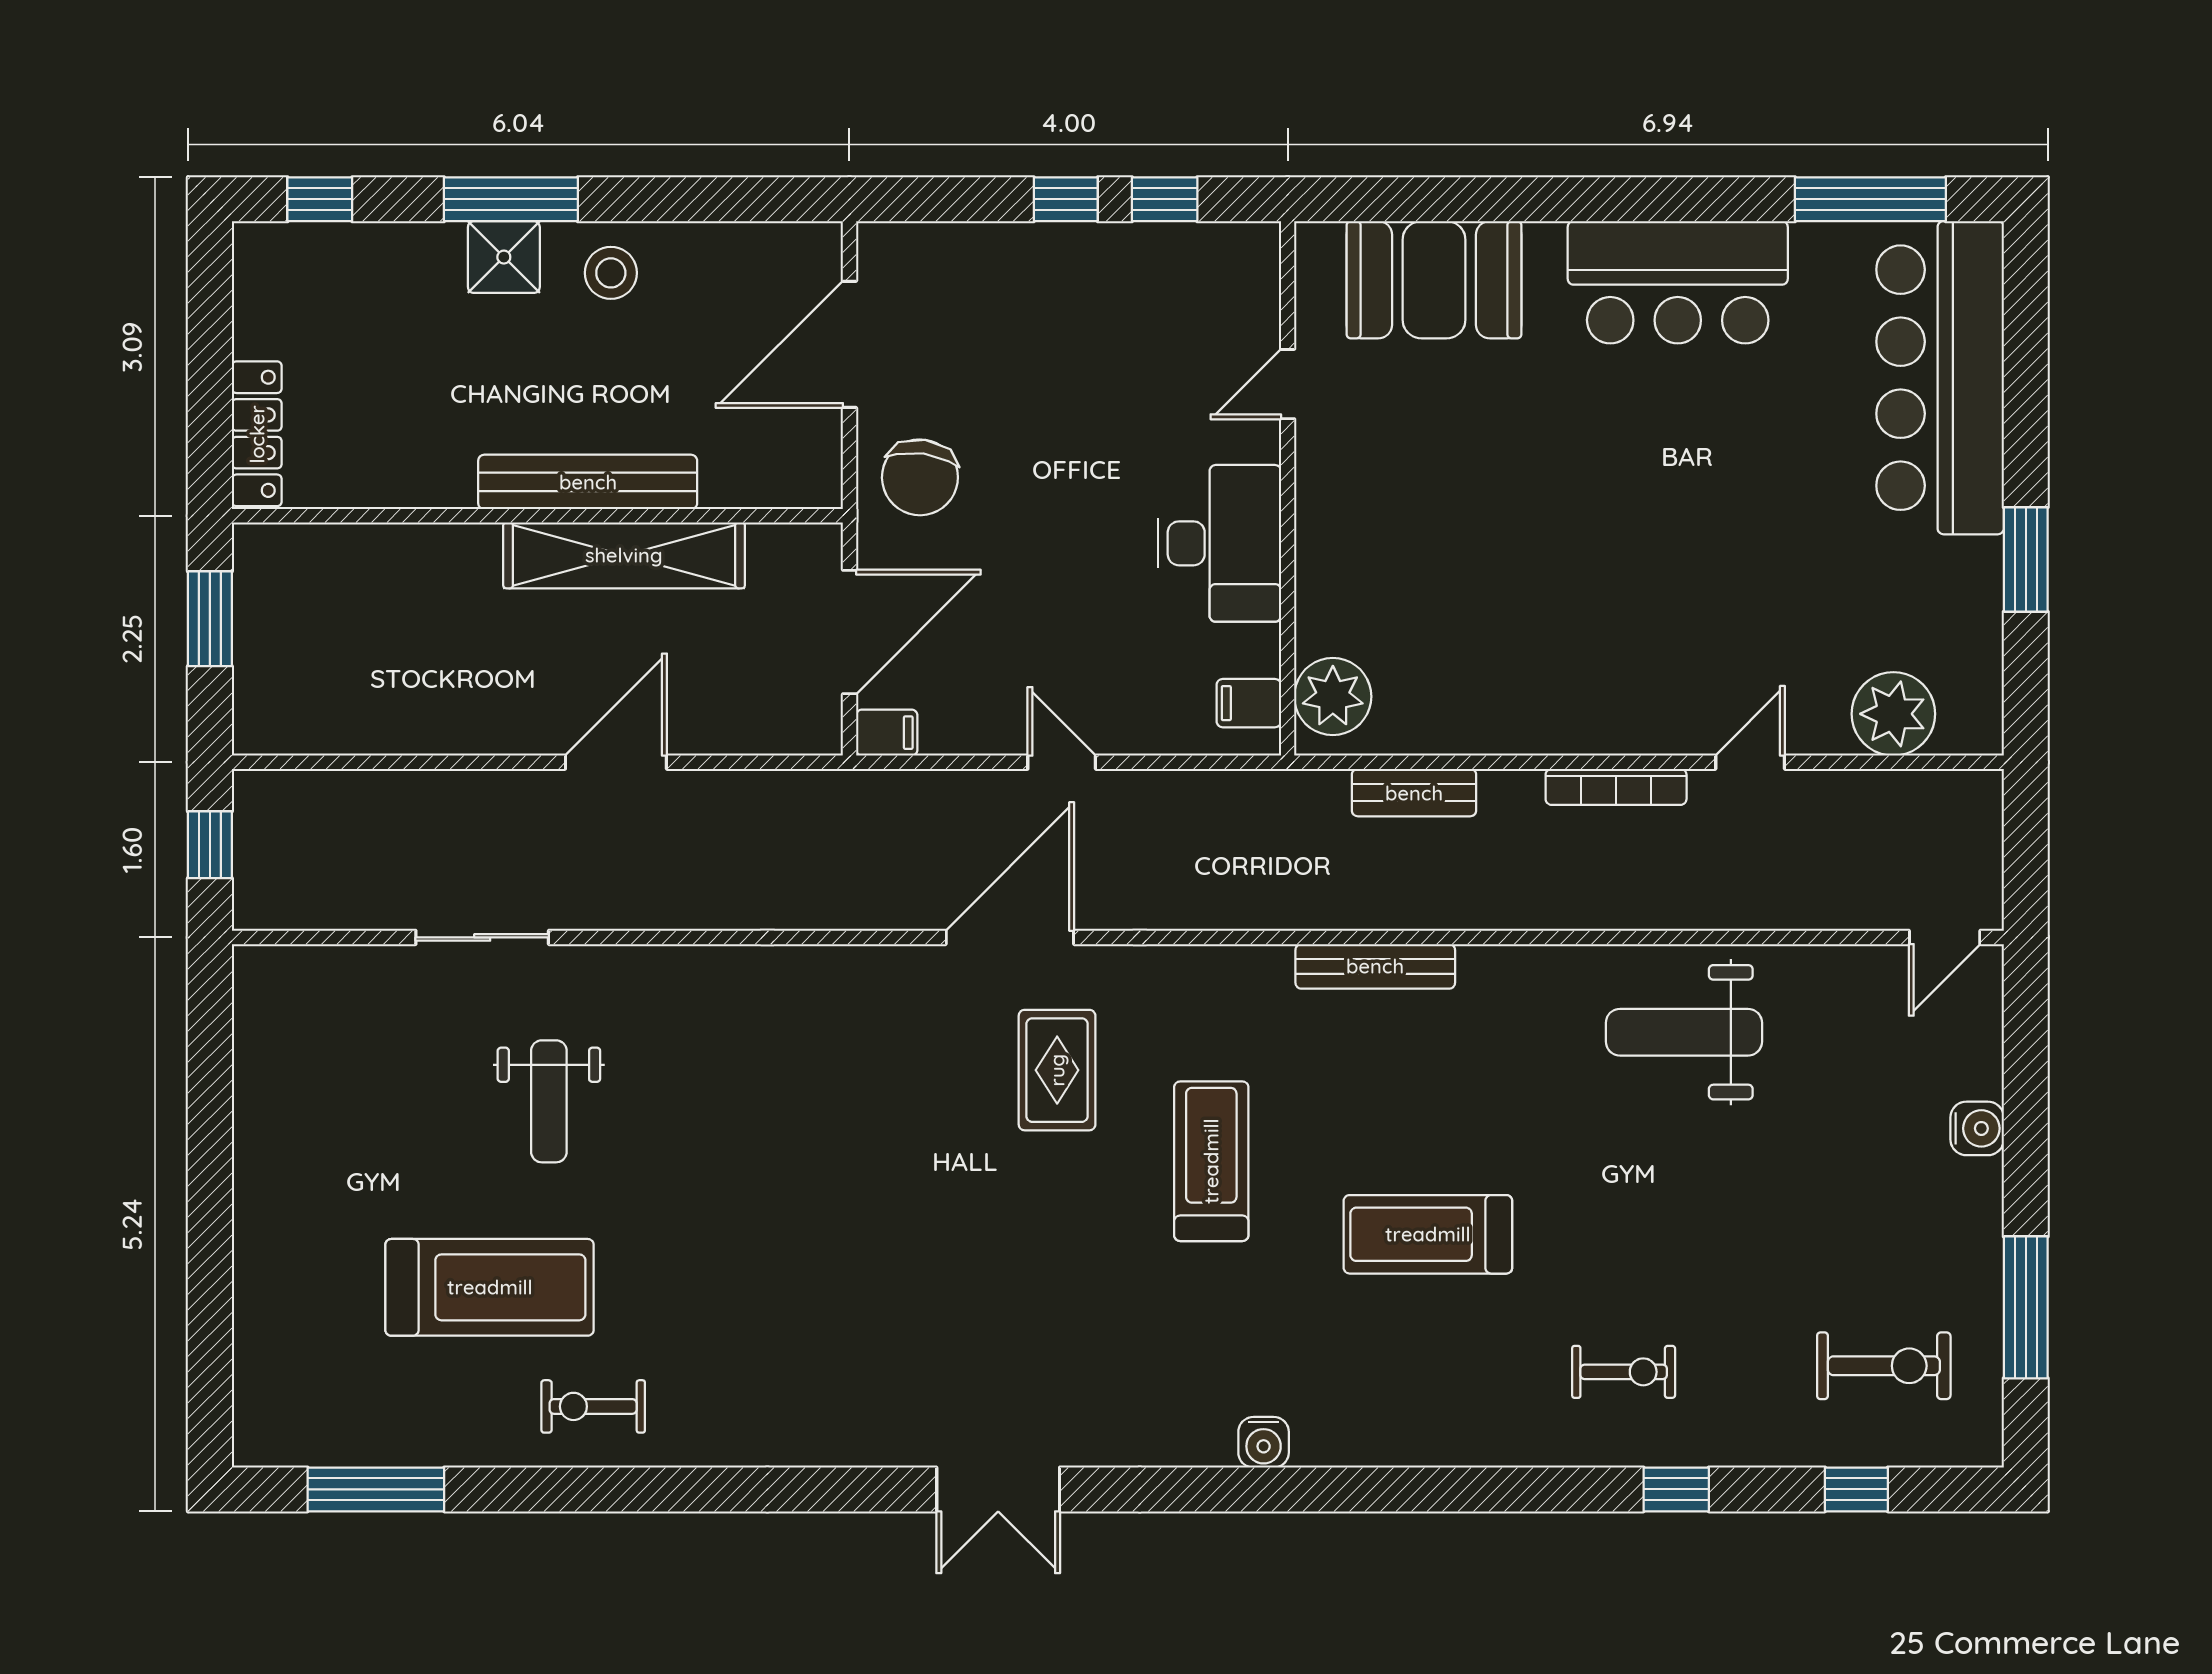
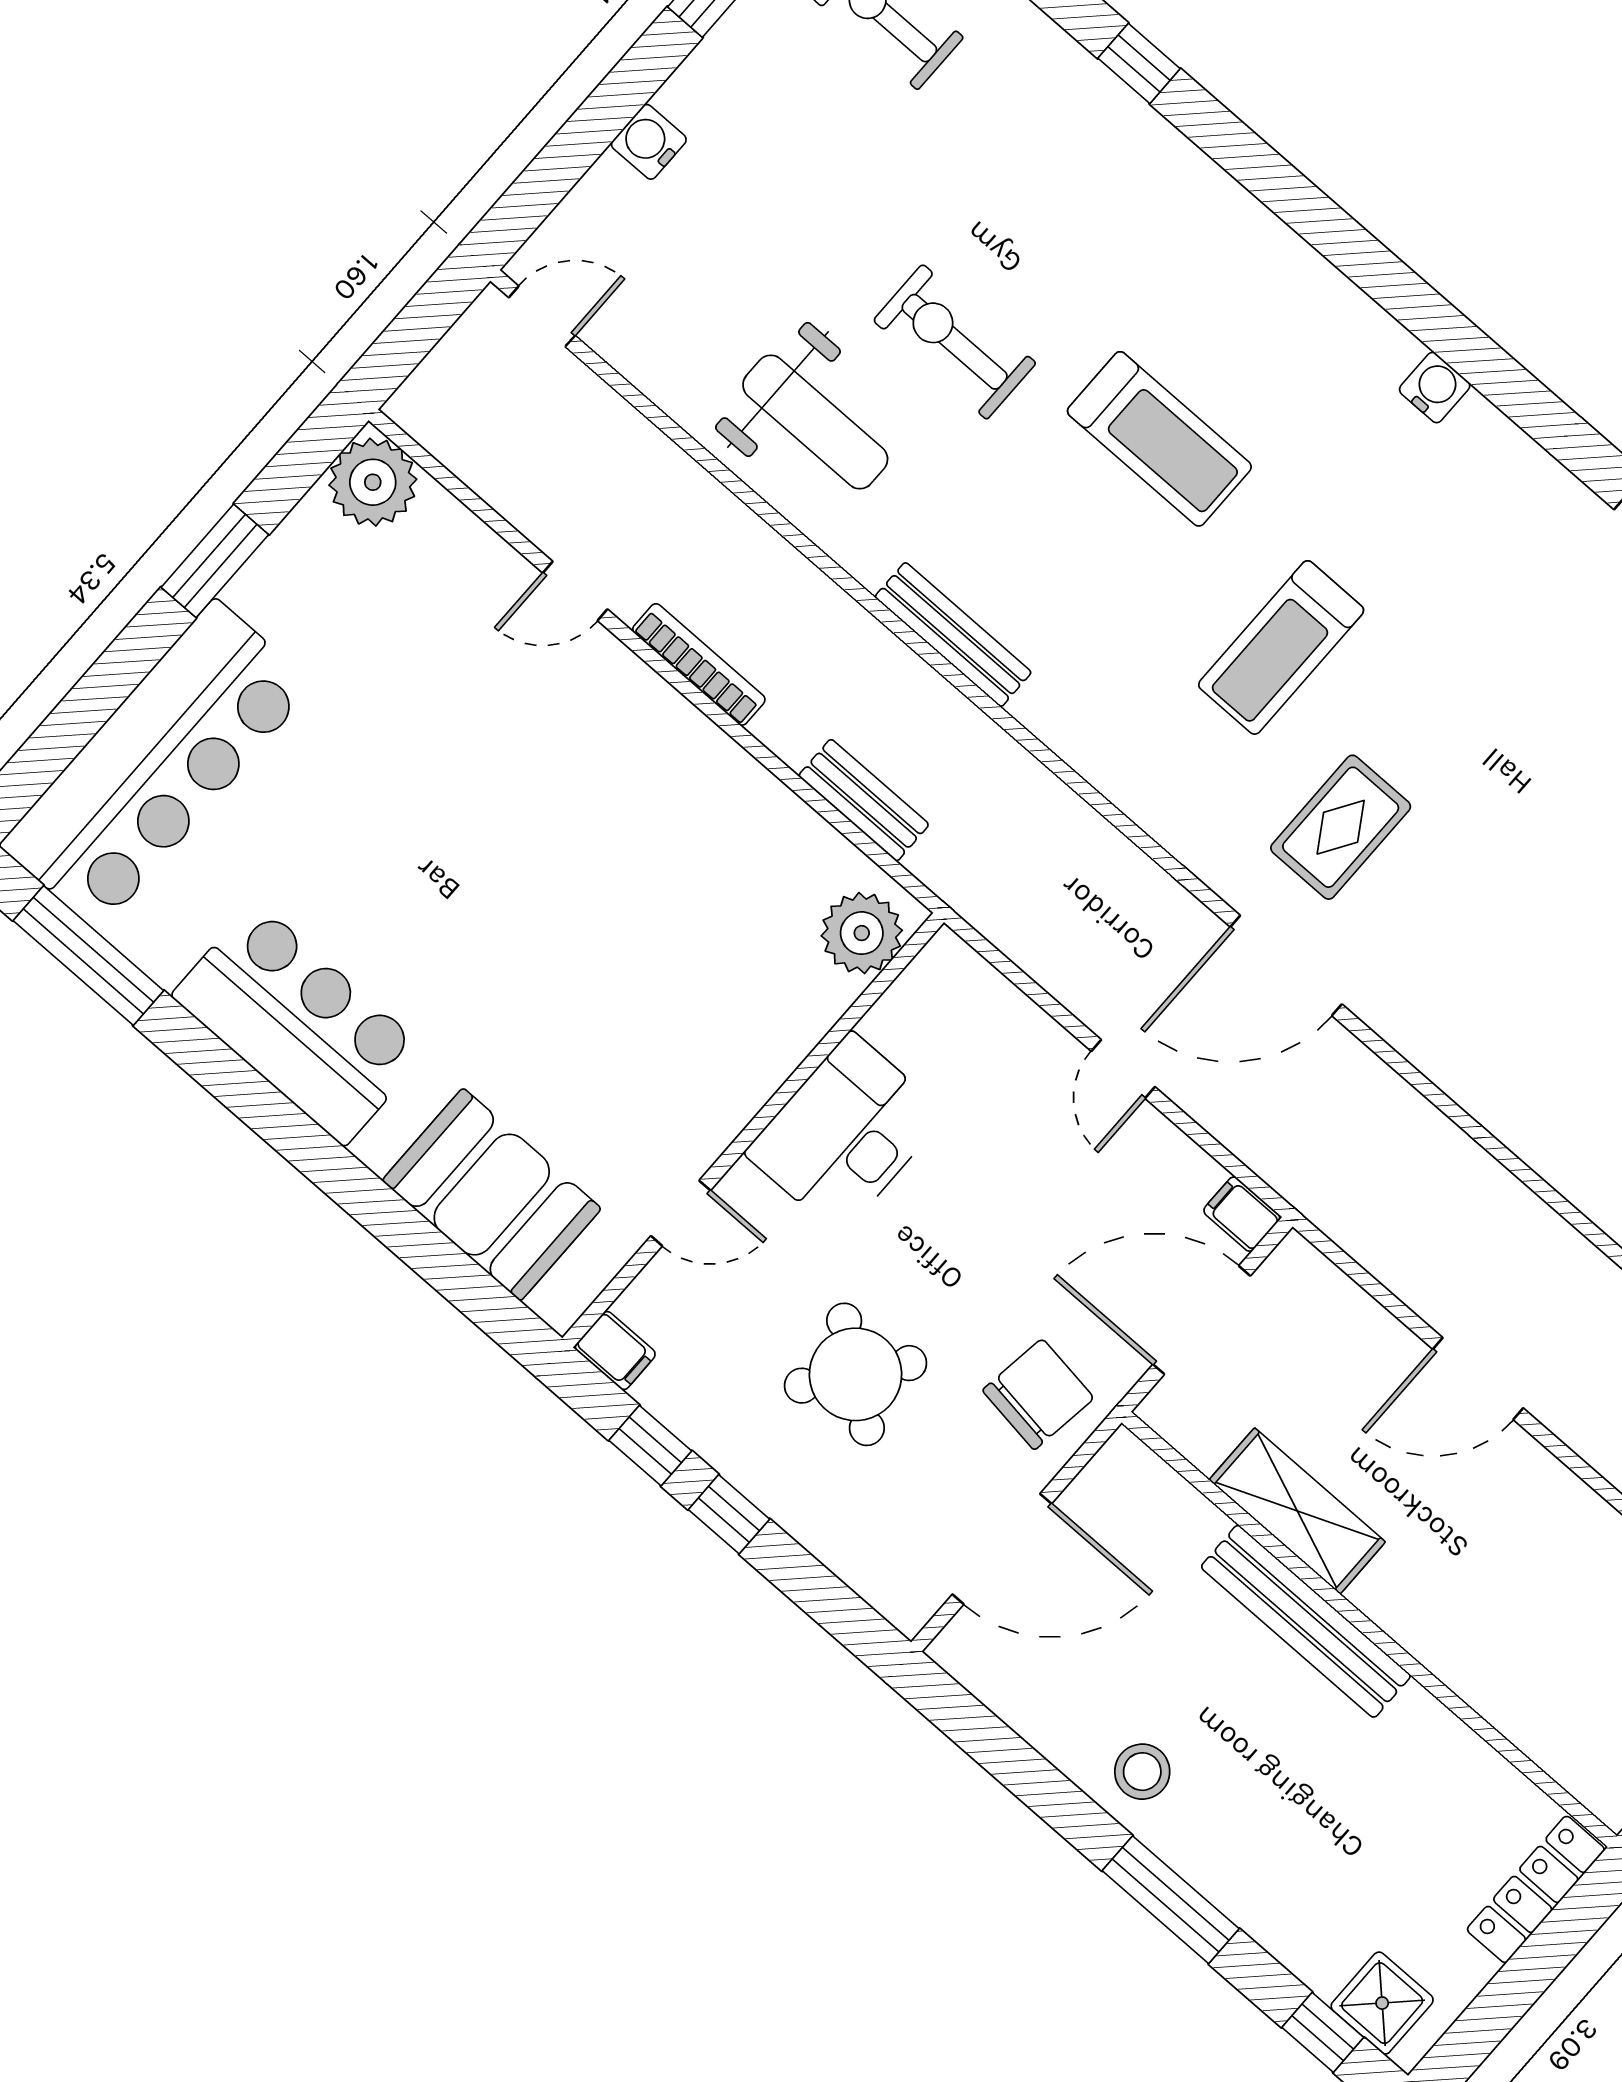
shower: (504, 257) -> (1382, 2003), moved
round table: (1063, 378) -> (856, 1374), added
shelving: (624, 555) -> (1297, 1511), width x0.68
filing cabinet: (1249, 703) -> (615, 1351), moved
plant: (1893, 714) -> (373, 482), moved
bench: (1375, 966) -> (953, 635), moved
exercise bike: (1624, 1372) -> (955, 342), moved, width x1.38, depth x1.39

